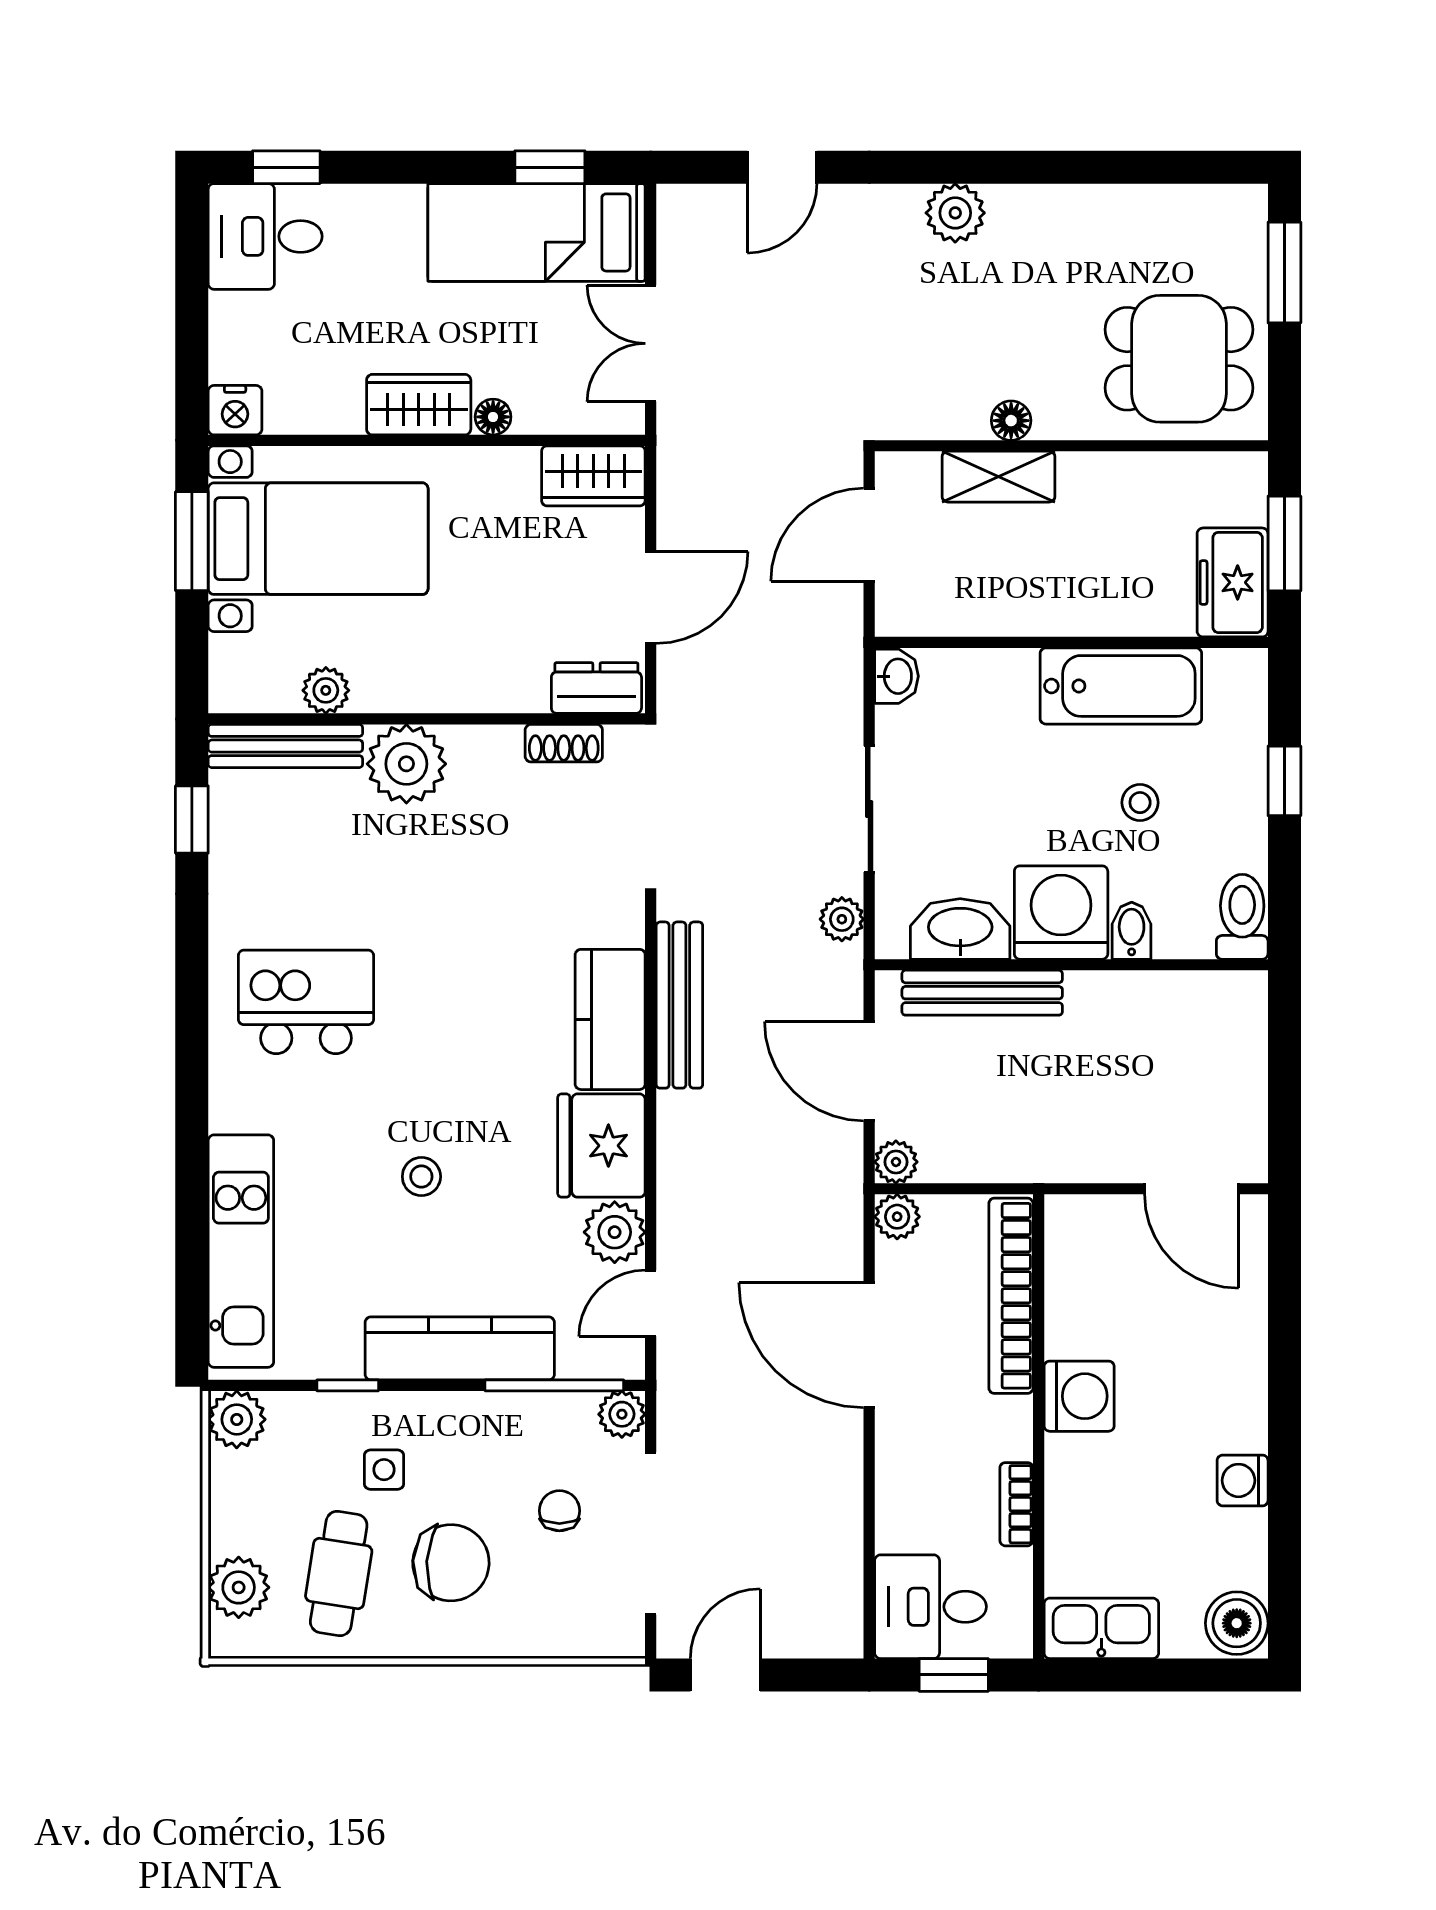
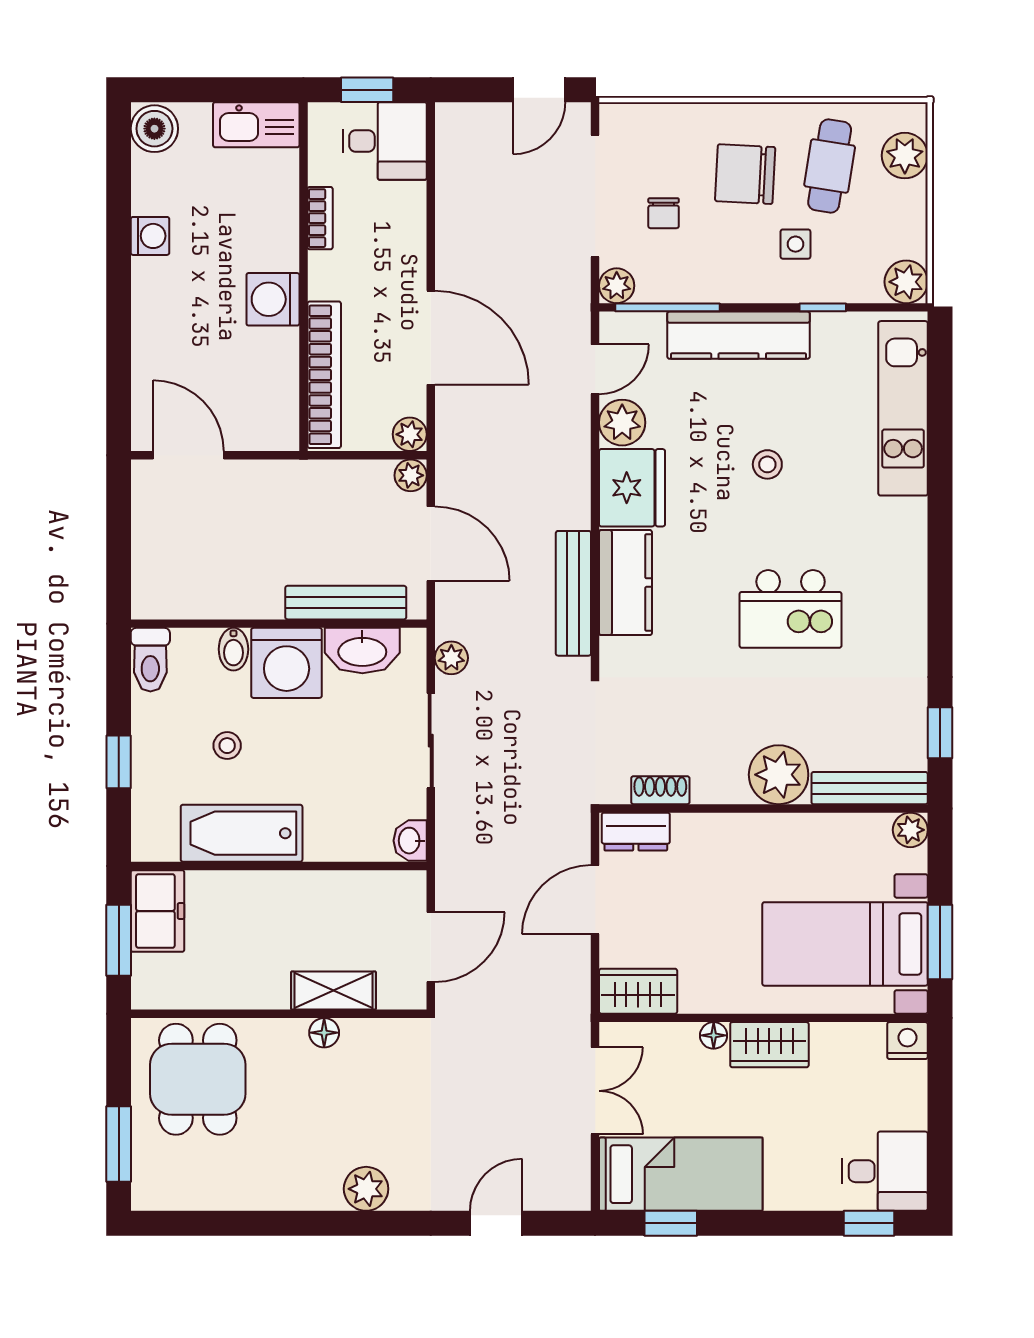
dining table: (1179, 359) -> (198, 1079), turned 90
plant: (326, 690) -> (910, 830), moved
kitchen island: (306, 1002) -> (791, 609), moved

